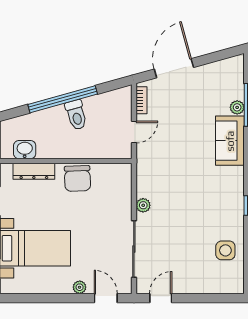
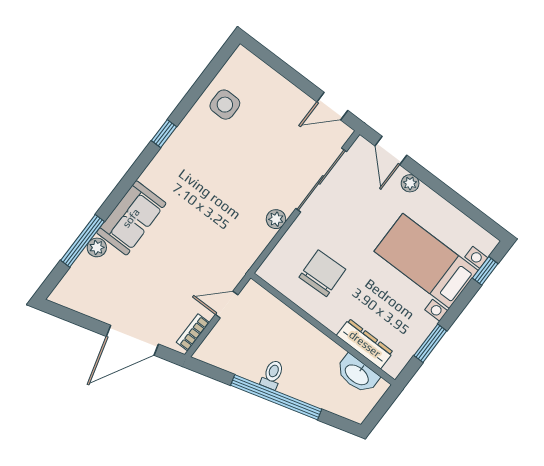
toilet: (76, 115) -> (272, 375), width x0.73, depth x0.72
washbasin: (25, 150) -> (357, 374), width x1.38
chair: (77, 179) -> (322, 273), moved

